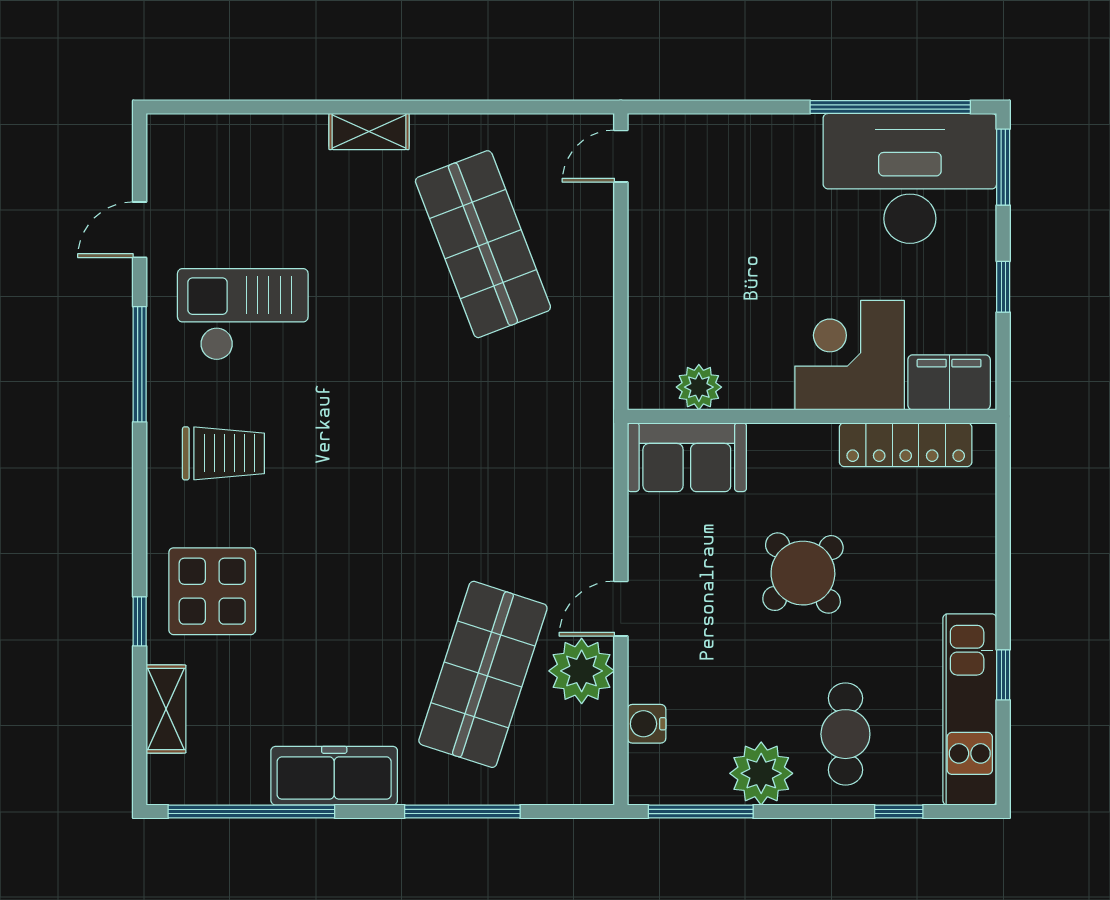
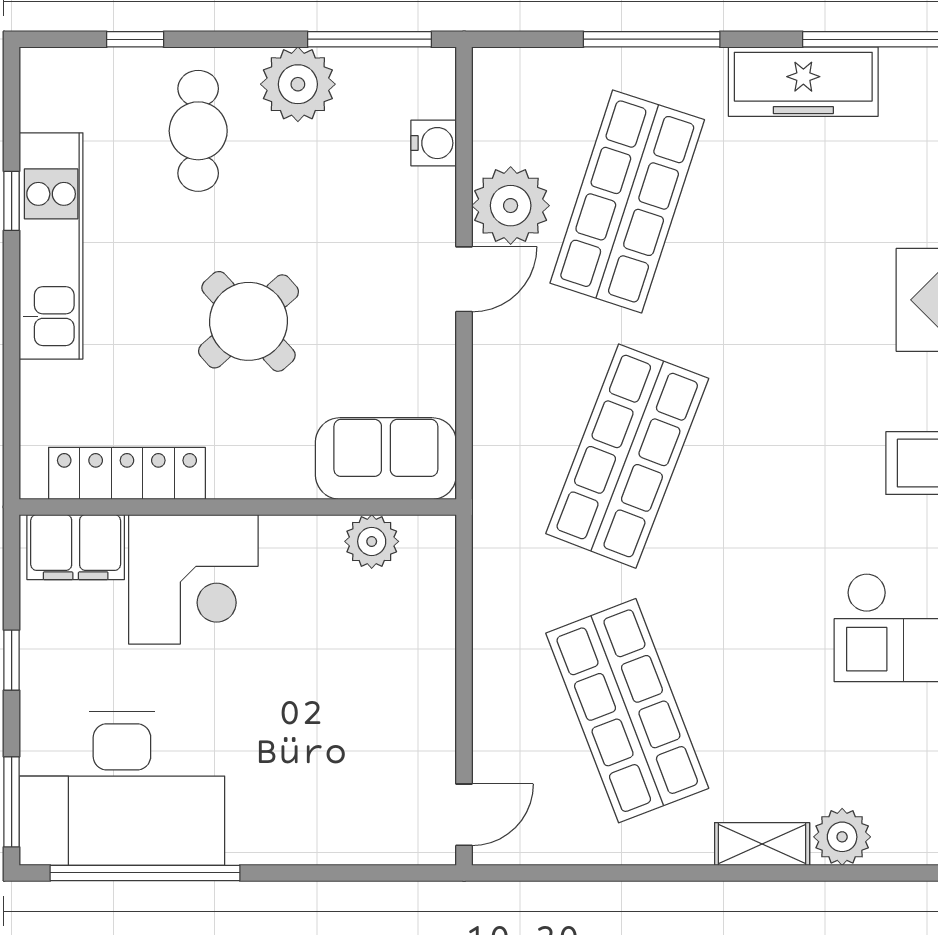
plant: (301, 138) -> (842, 837), added
shop shelf: (483, 459) -> (627, 456), added
kitchen unit: (970, 709) -> (51, 246), moved

